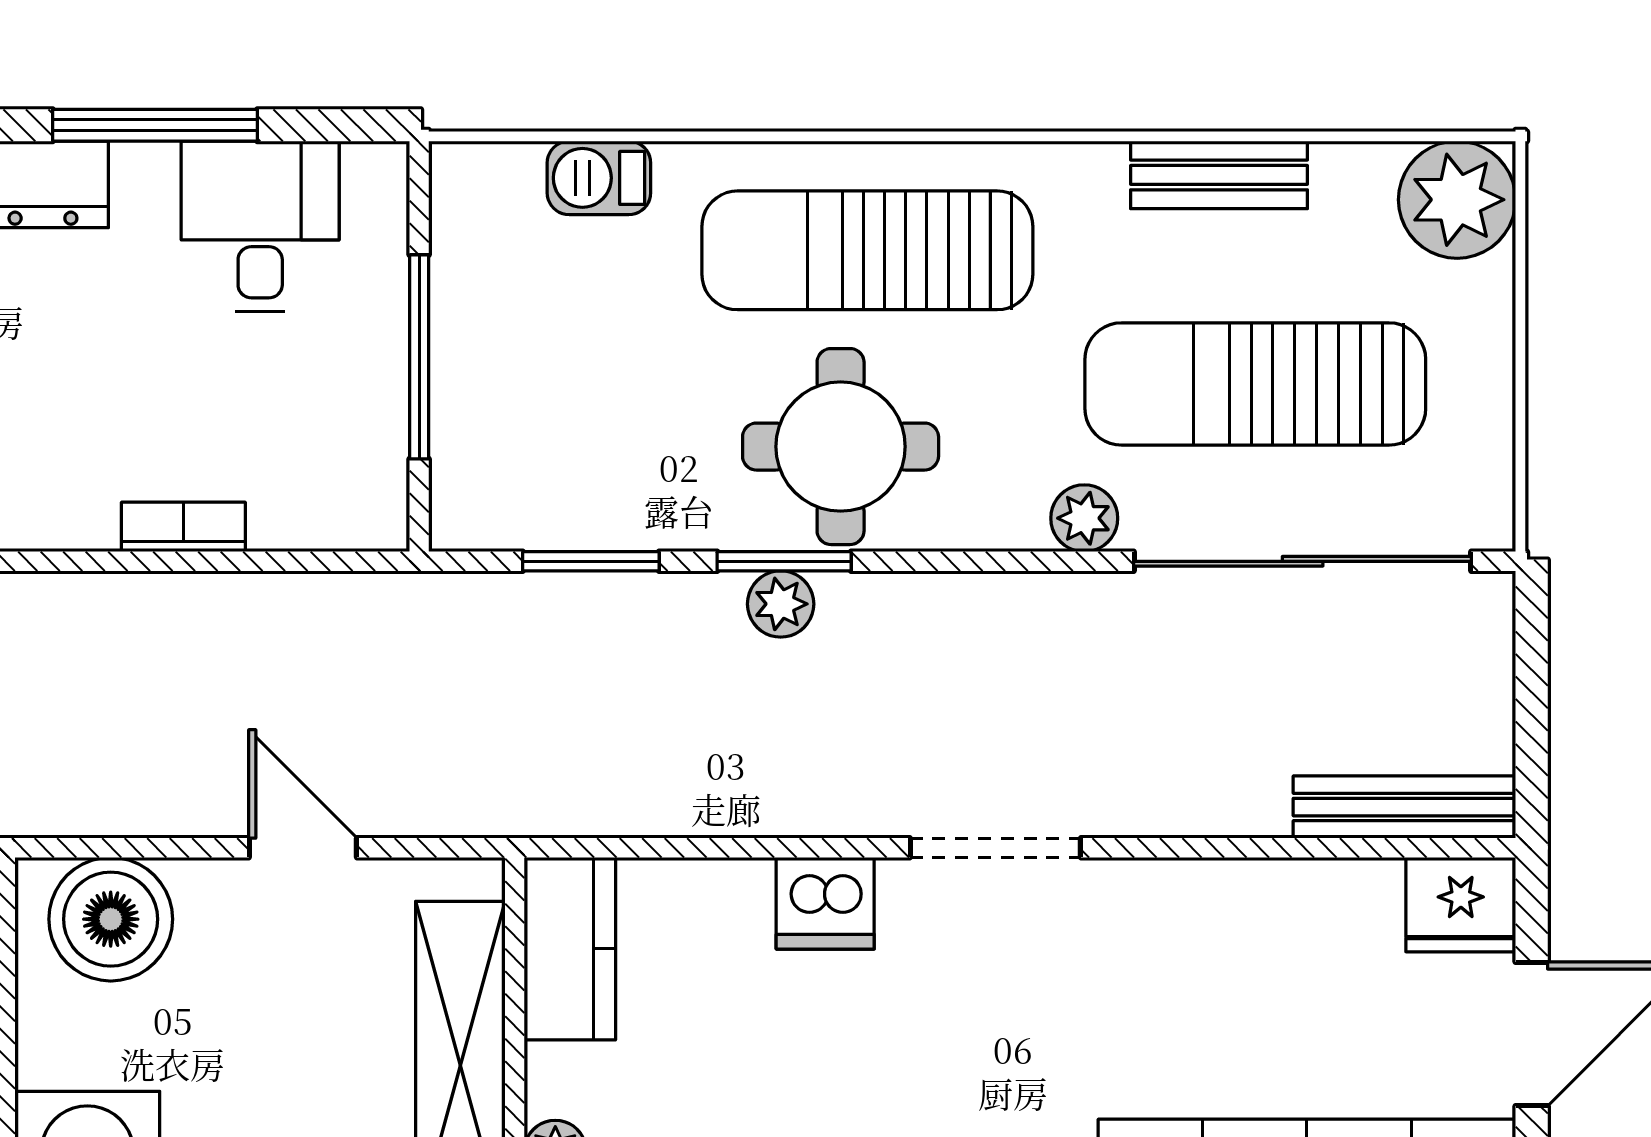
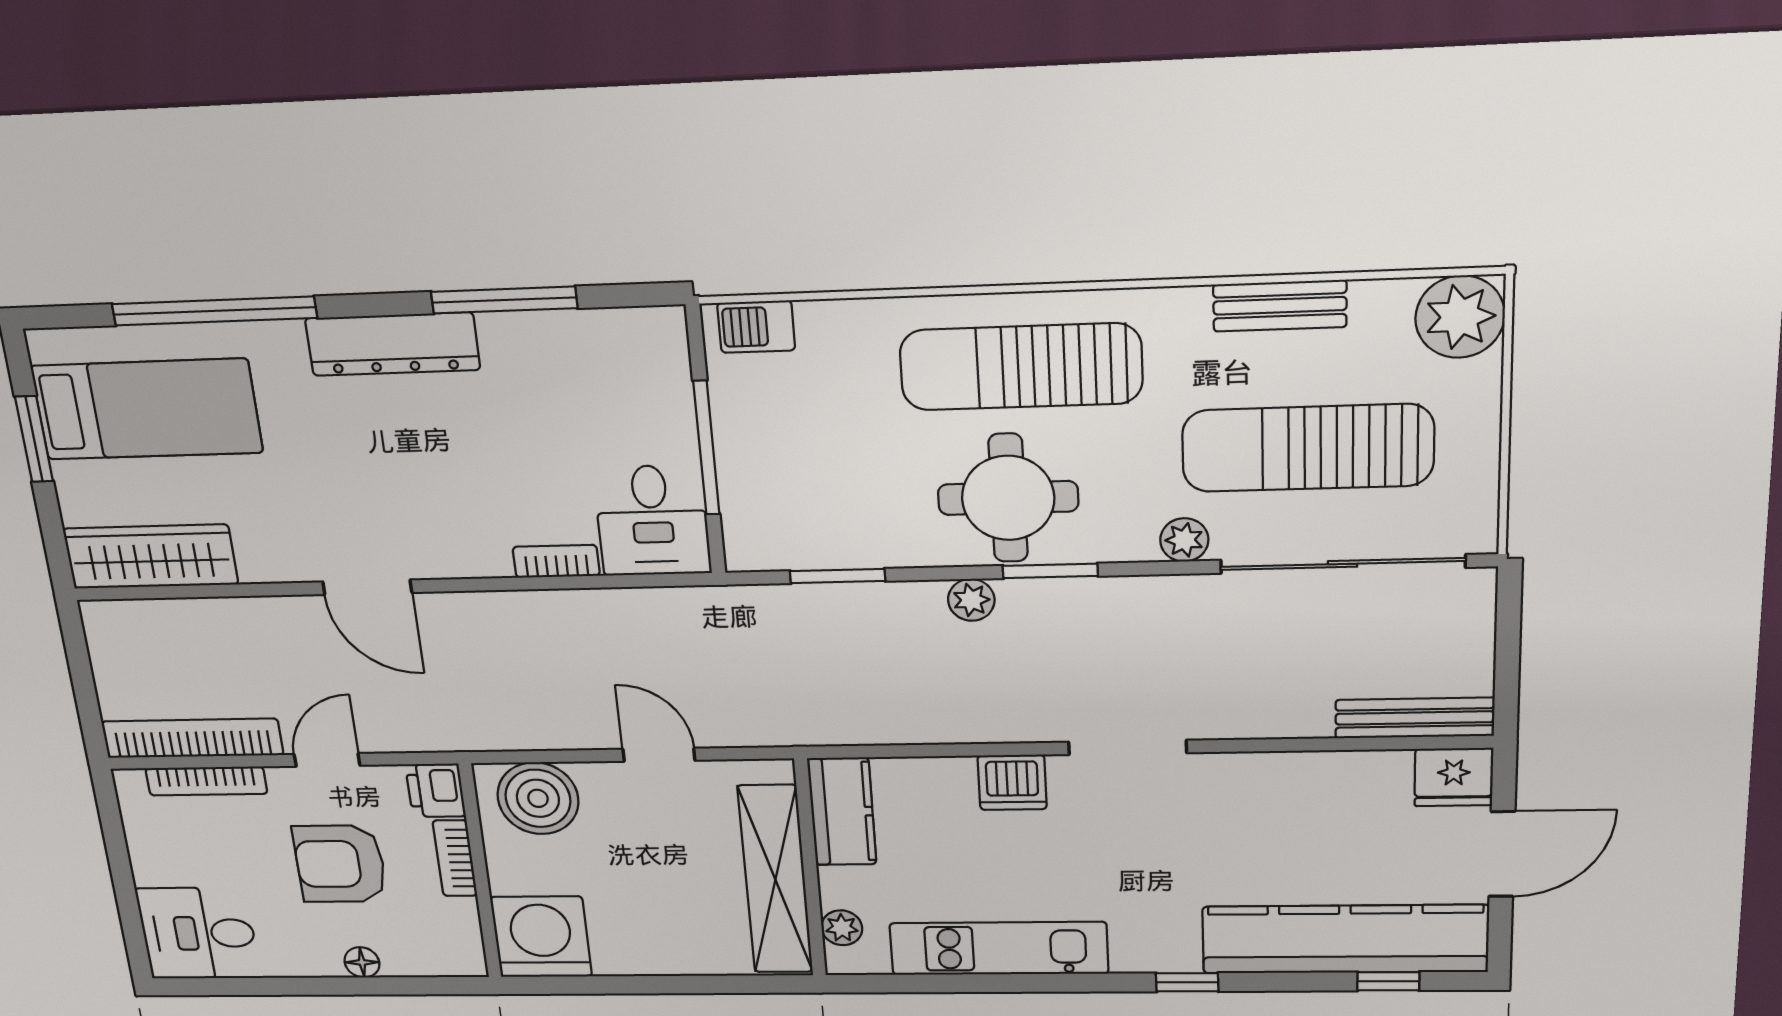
barbecue: (599, 178) -> (756, 327), moved
desk: (260, 226) -> (652, 521), moved, turned 180
window: (784, 561) -> (1050, 571), moved

